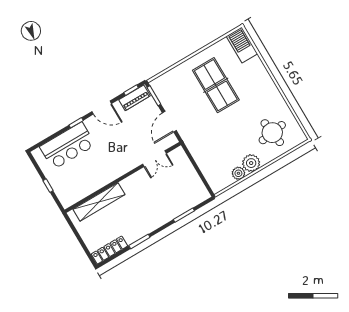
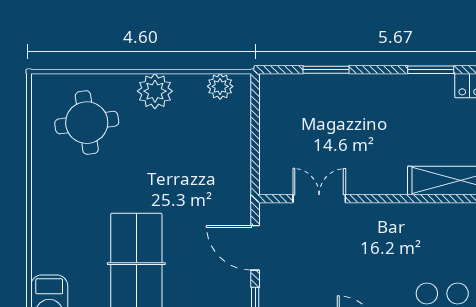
door: (169, 122) -> (255, 248), swing flipped
plant: (238, 173) -> (220, 86), moved

